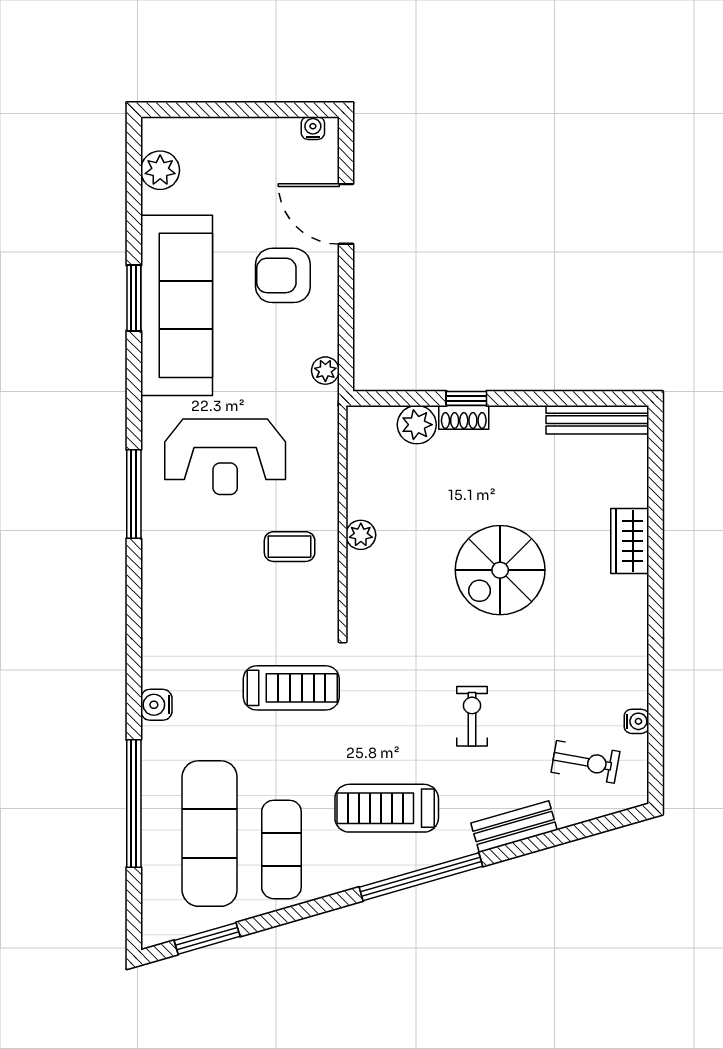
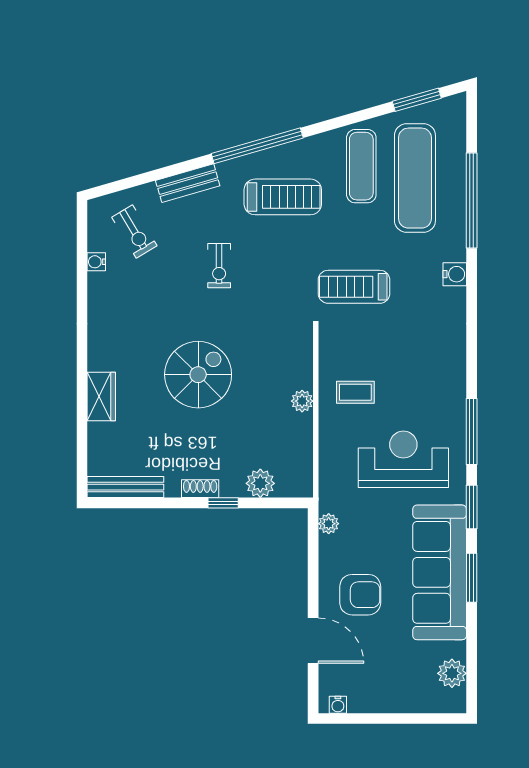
window: (134, 393) -> (472, 507), added
shoe rack: (464, 417) -> (200, 489), moved
exercise bike: (585, 762) -> (134, 232), turned -131

